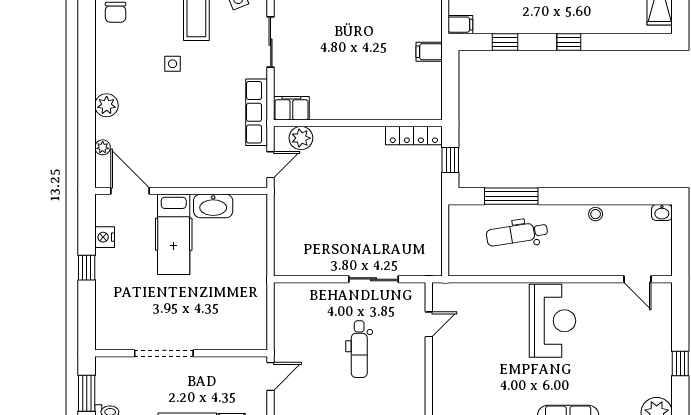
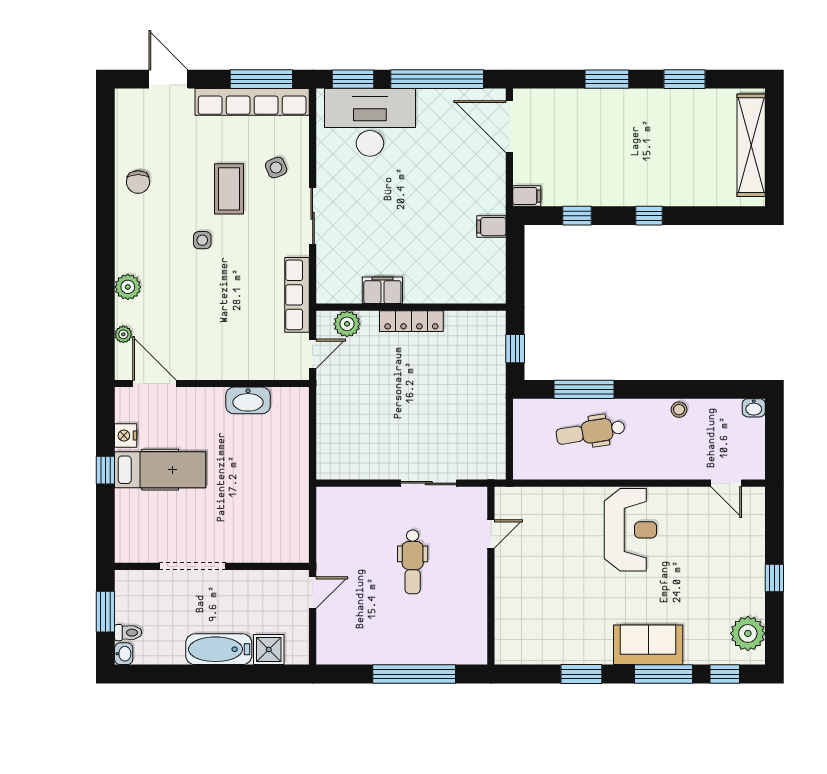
filing cabinet: (291, 108) -> (382, 290), moved
locker: (414, 136) -> (411, 321), moved
hospital bed: (174, 234) -> (160, 470), moved, turned -90

